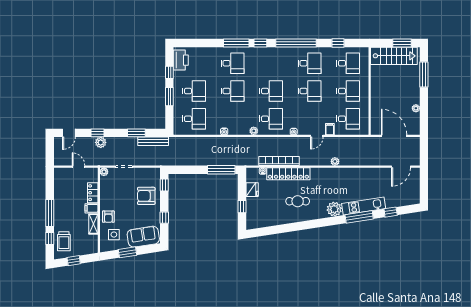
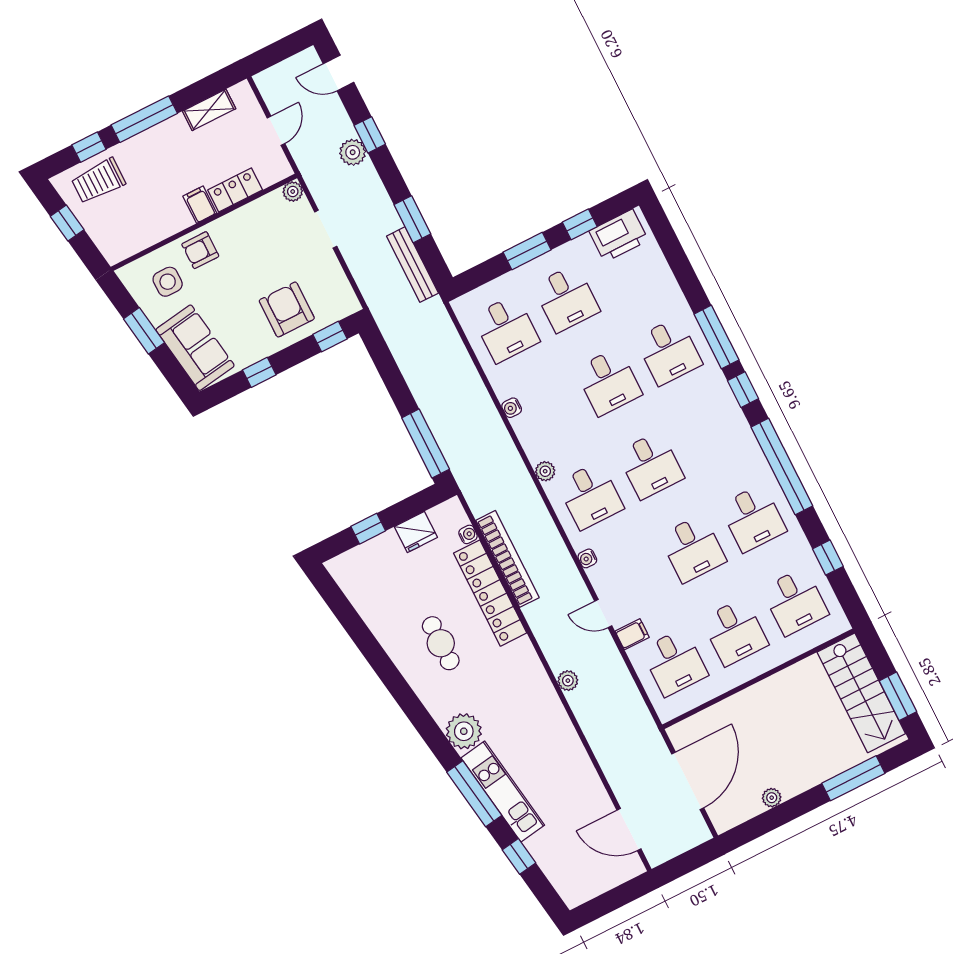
shelving: (93, 224) -> (209, 110), moved

